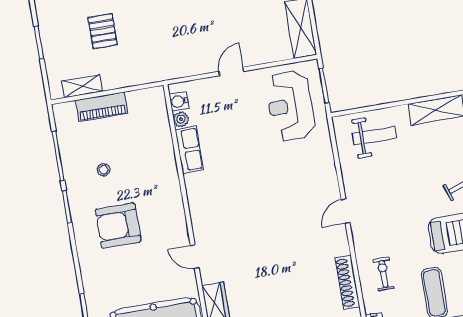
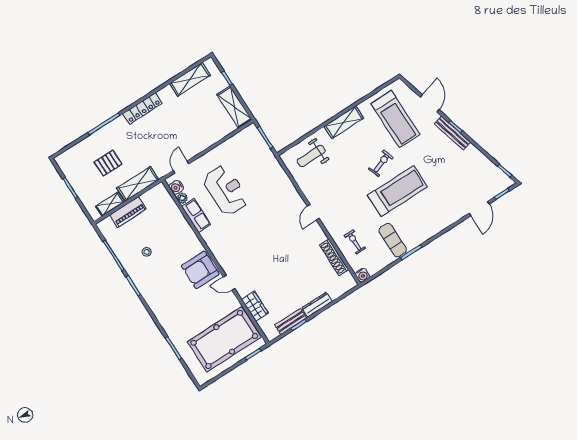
pallet: (103, 31) -> (108, 163), turned 90
door: (231, 71) -> (181, 167), moved
shelving: (130, 75) -> (138, 184), added
reception desk: (290, 106) -> (226, 190), moved, turned 180
weight bench: (374, 136) -> (311, 156), turned 180
armchair: (118, 225) -> (200, 270), moved

